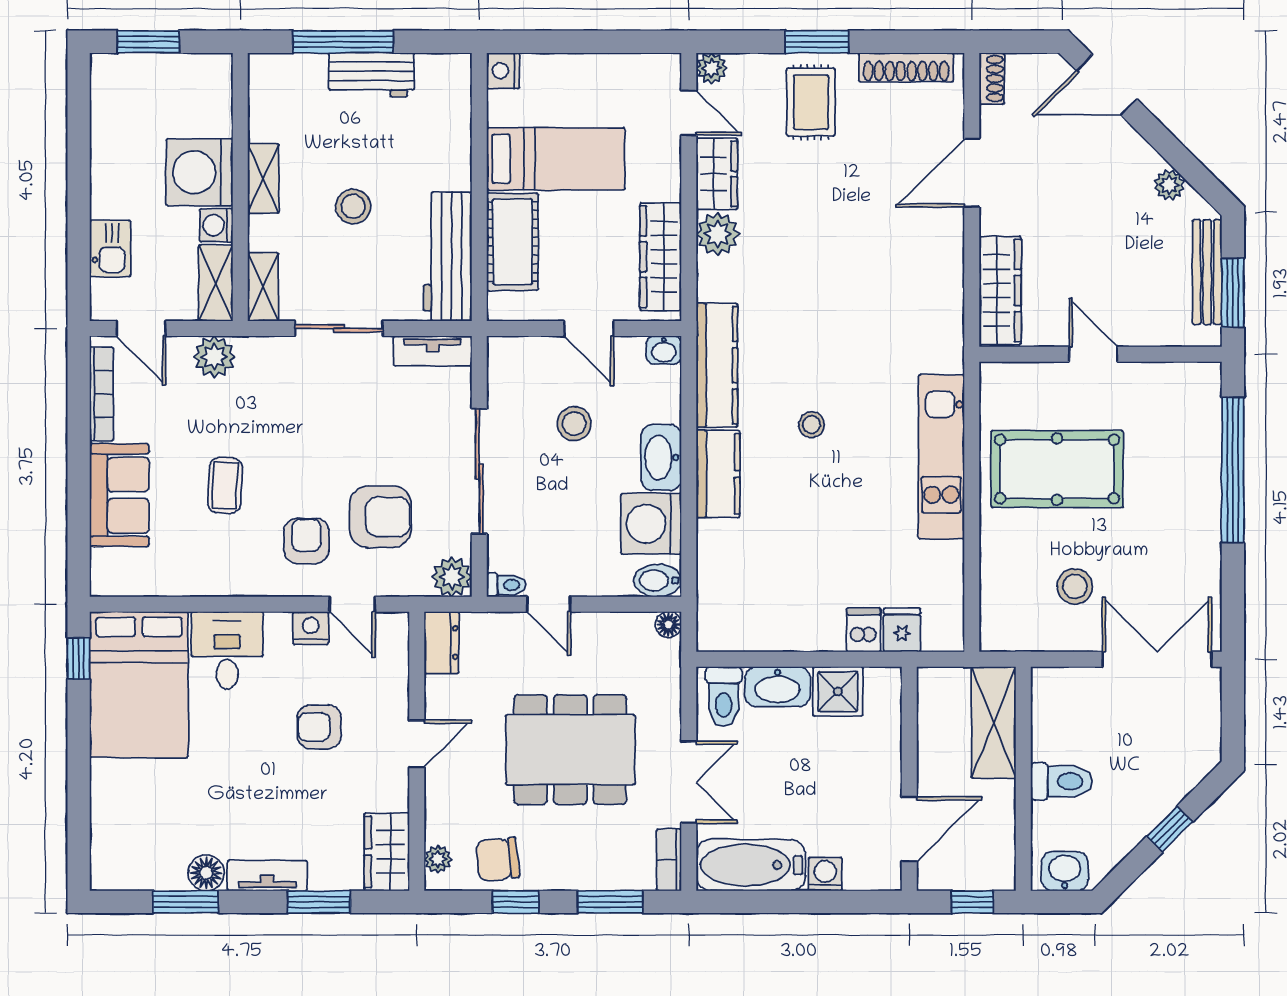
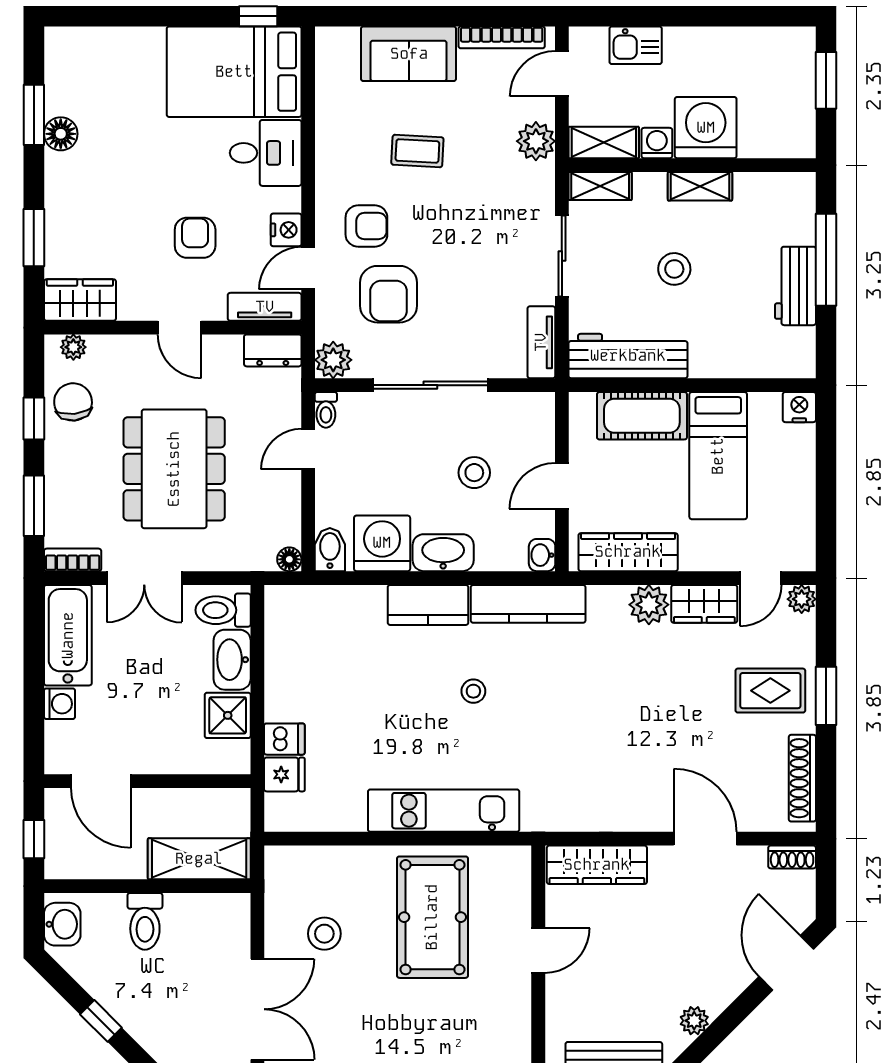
tv unit: (267, 876) -> (265, 307), moved, turned -90

